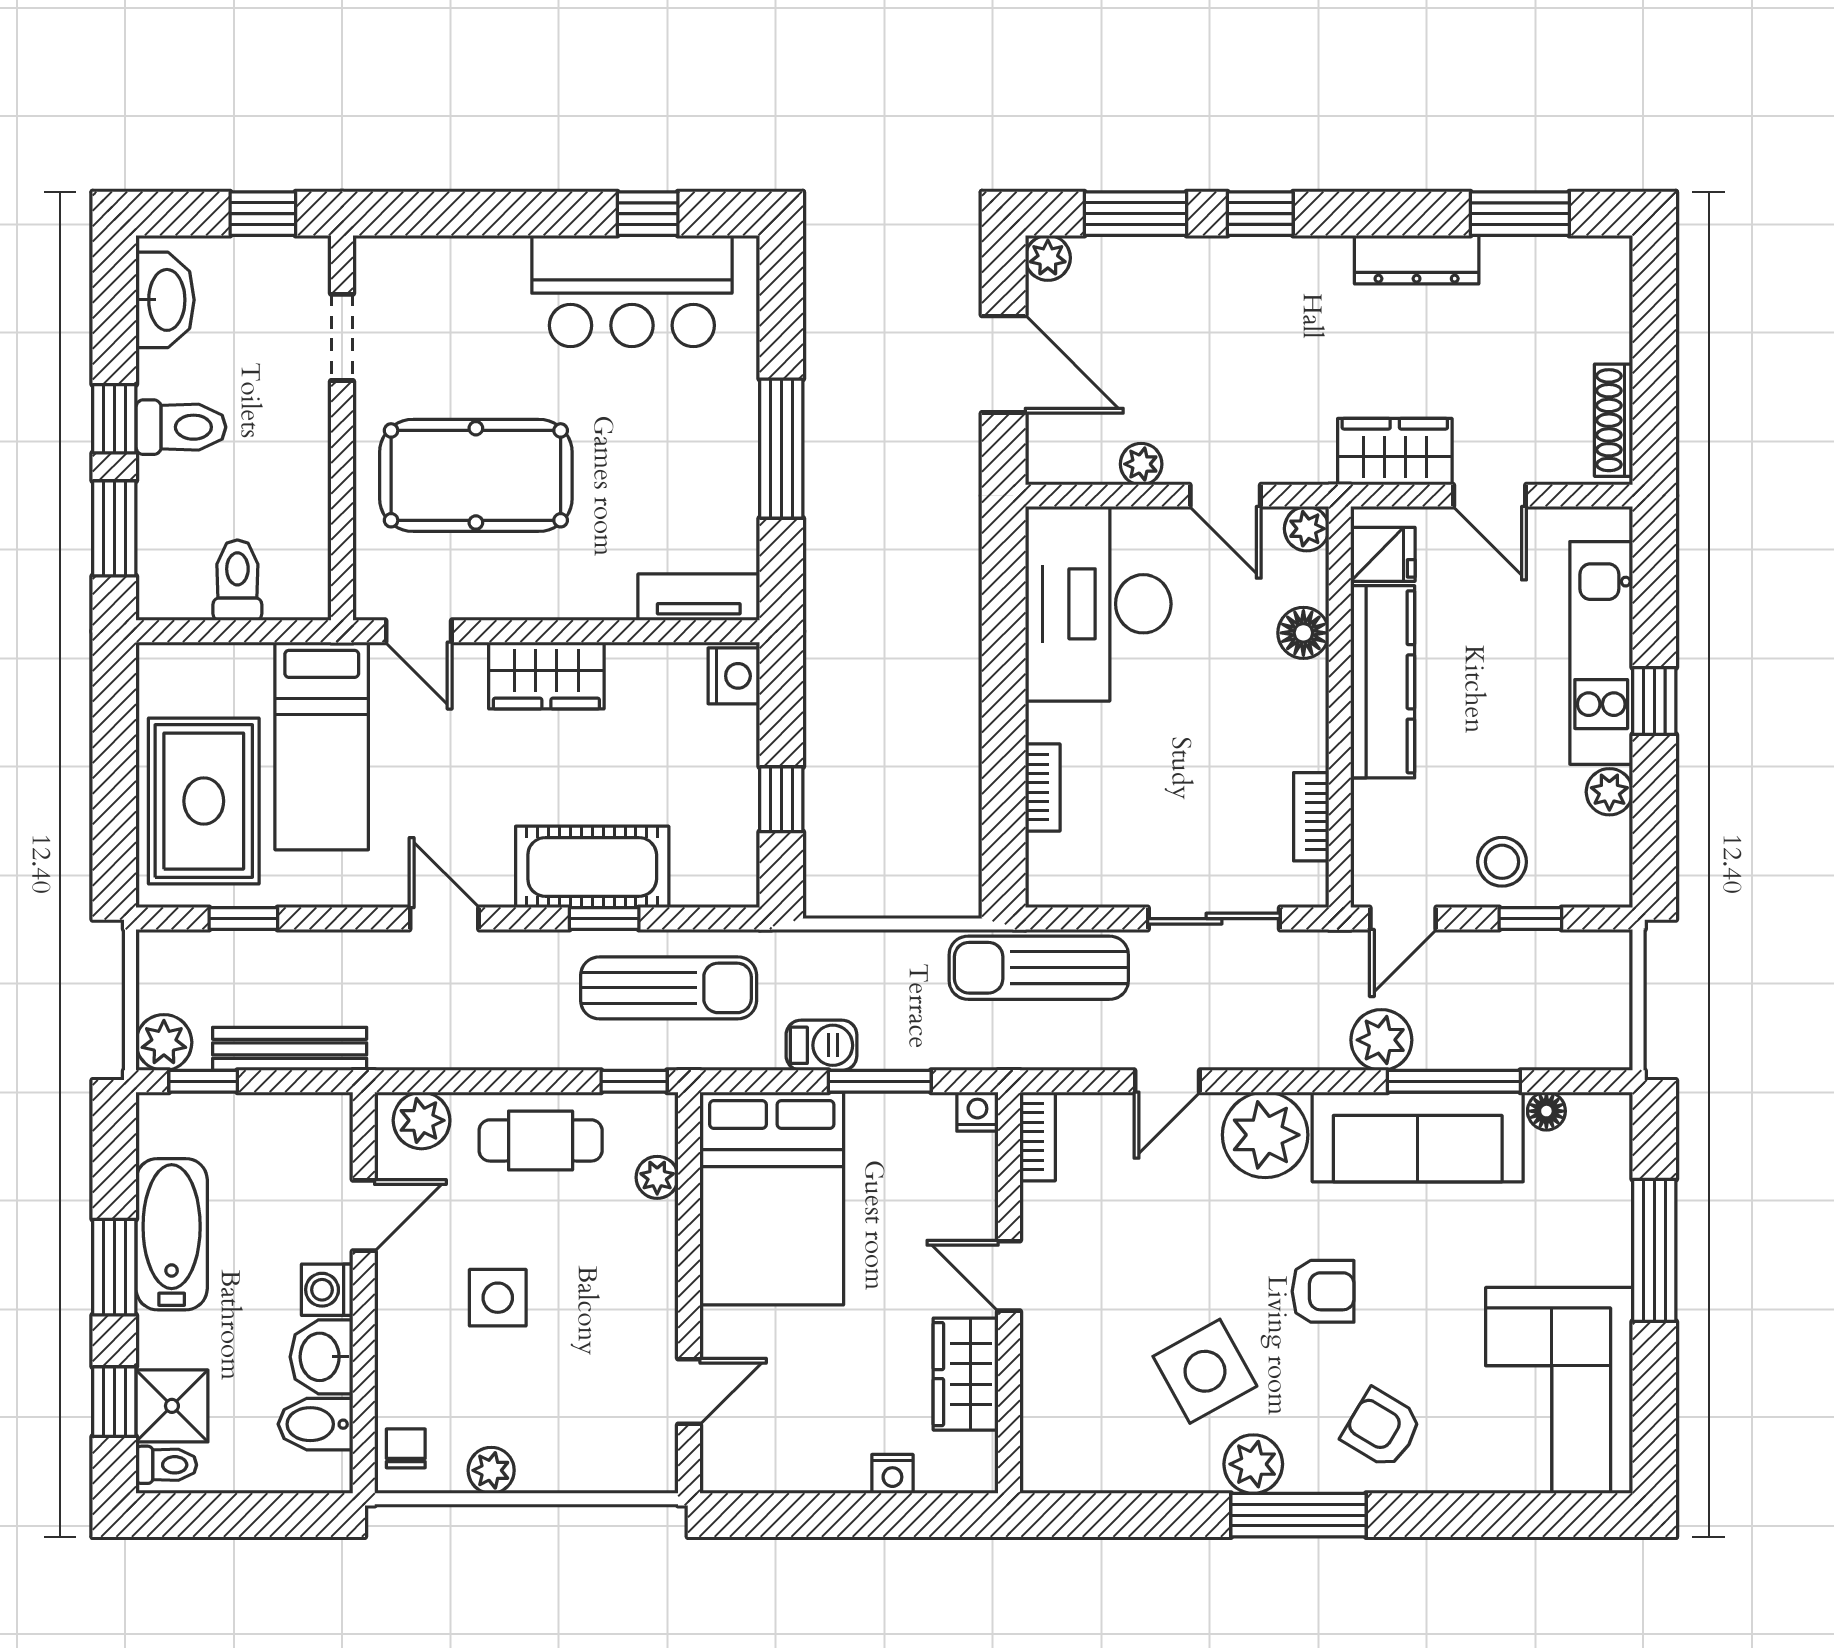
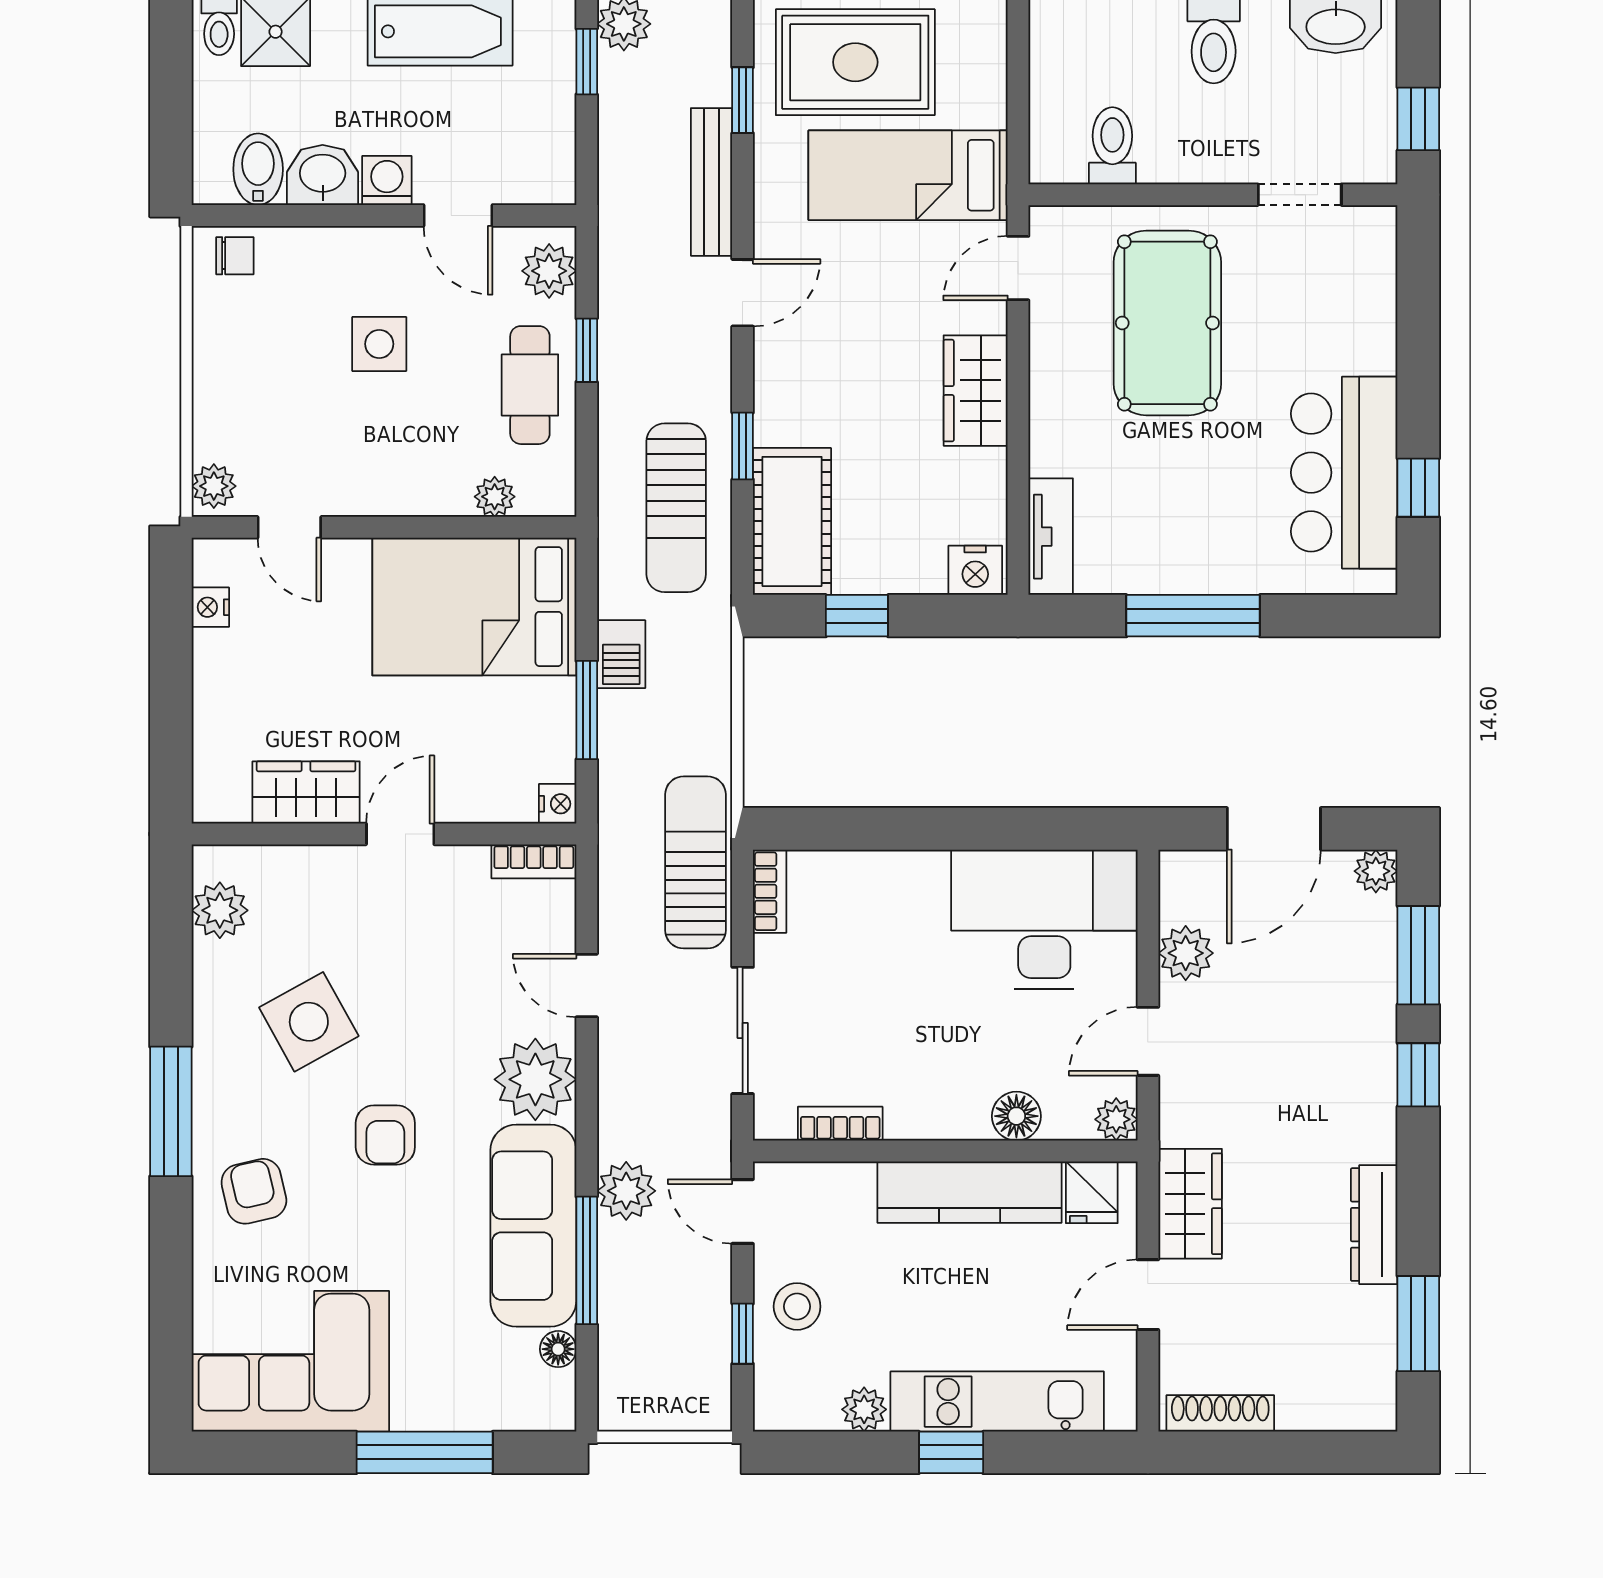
plant: (1141, 464) -> (1186, 953), width x1.38, depth x1.38
toilet: (237, 580) -> (1112, 146), moved, turned -90
bookcase: (1043, 787) -> (770, 891), moved, turned -90
cot: (592, 867) -> (792, 521), moved
bench: (290, 1049) -> (712, 182), moved
window: (634, 1081) -> (587, 350), moved
armchair: (1382, 1428) -> (254, 1191), turned -44
plant: (1253, 1464) -> (220, 910), moved
plant: (491, 1470) -> (214, 486), moved
nightstand: (892, 1474) -> (210, 607), moved

